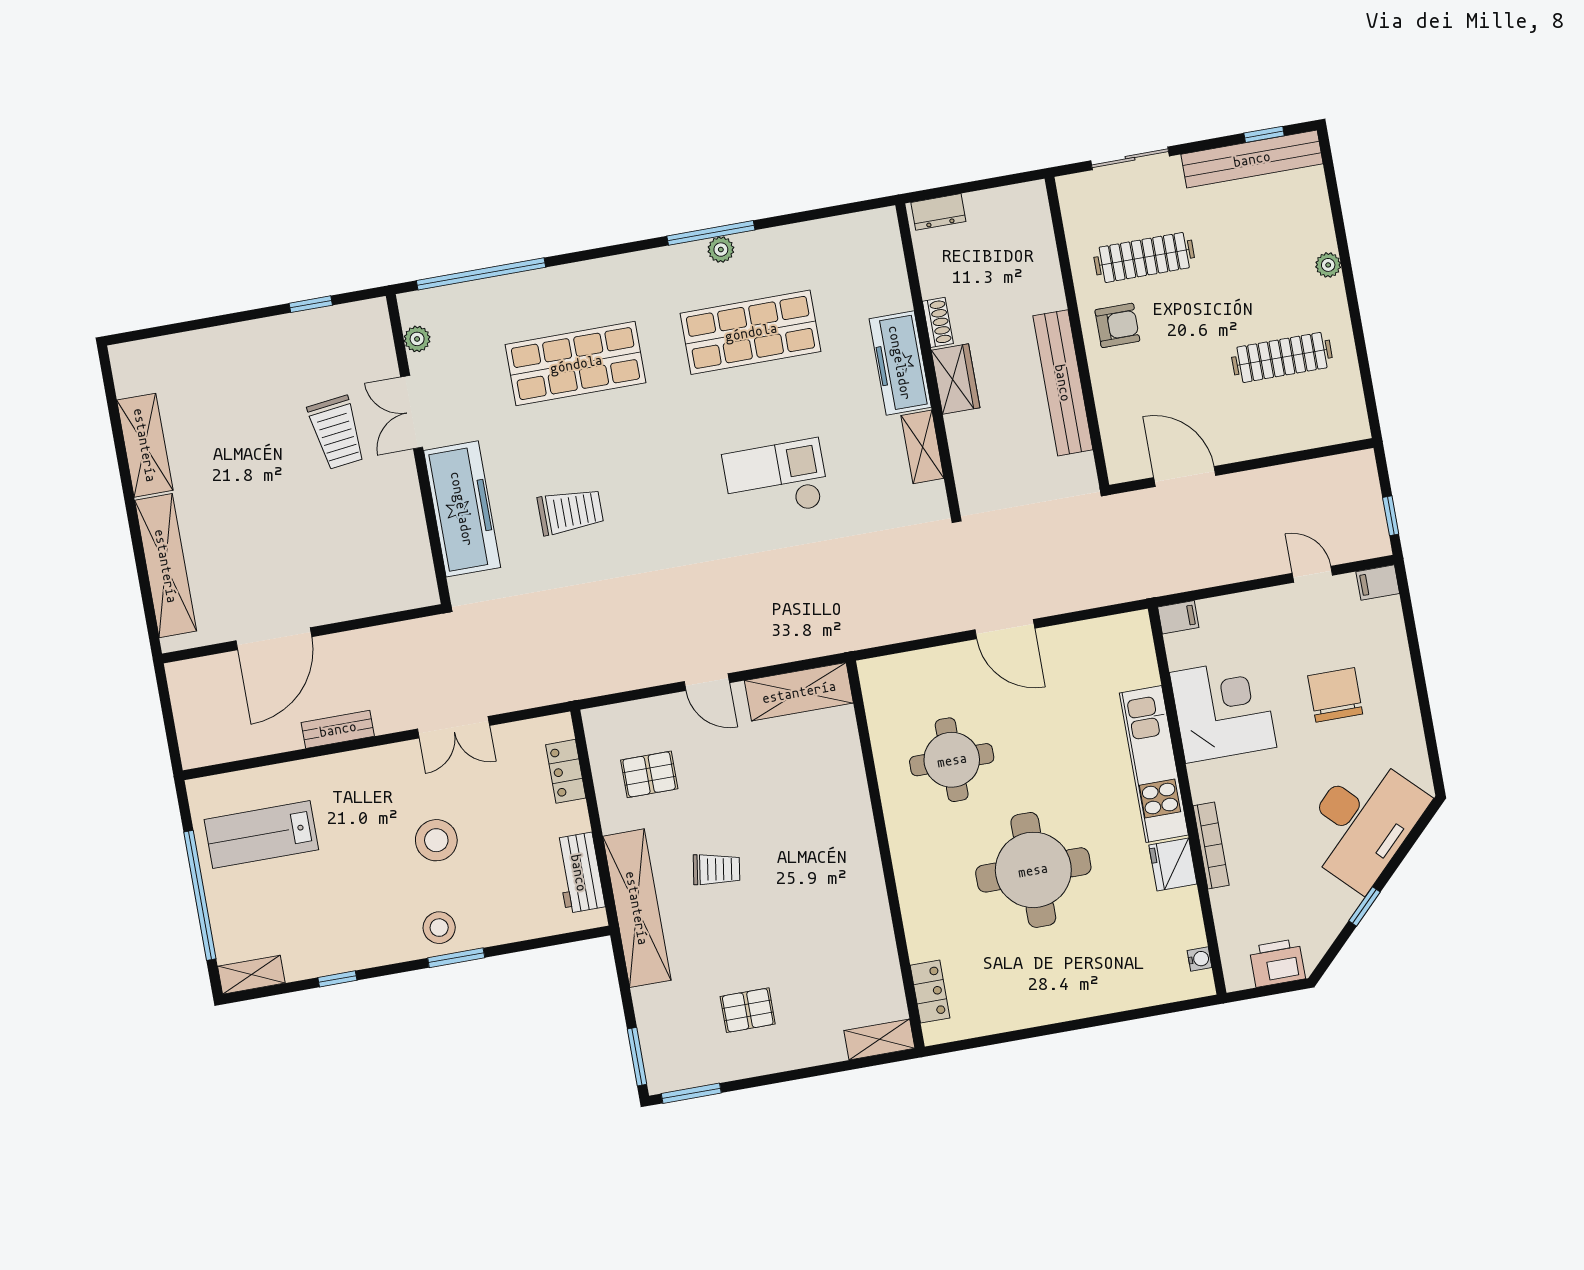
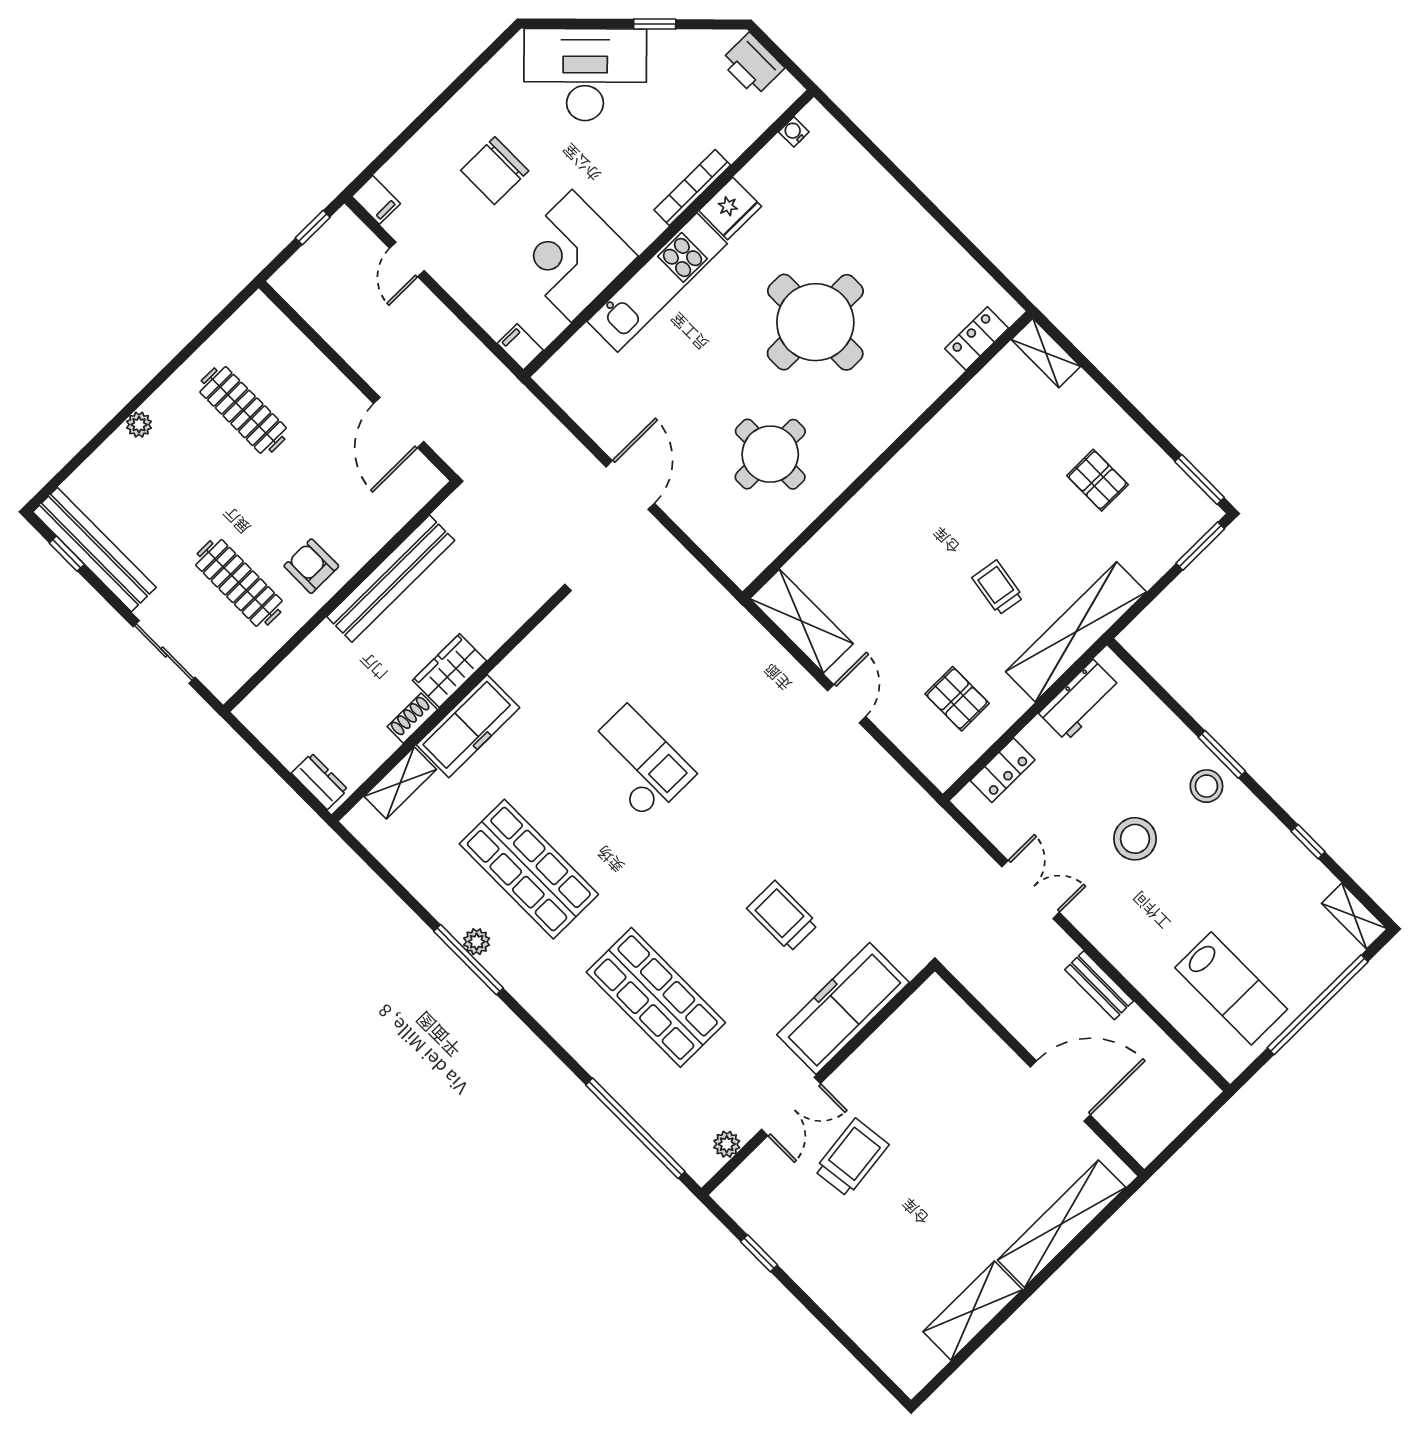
shelving: (922, 447) -> (400, 783), moved
checkout: (776, 480) -> (637, 763), turned 180

